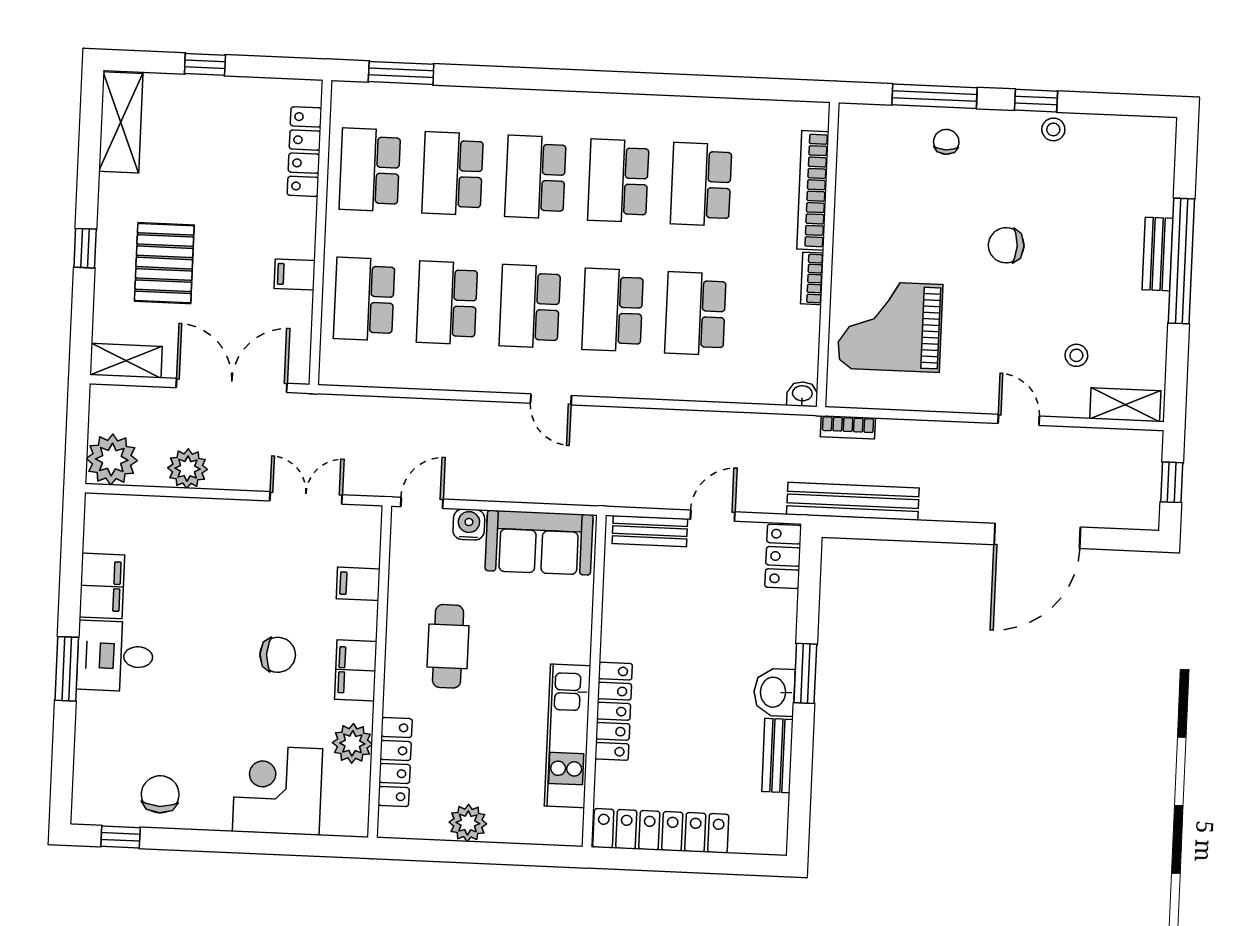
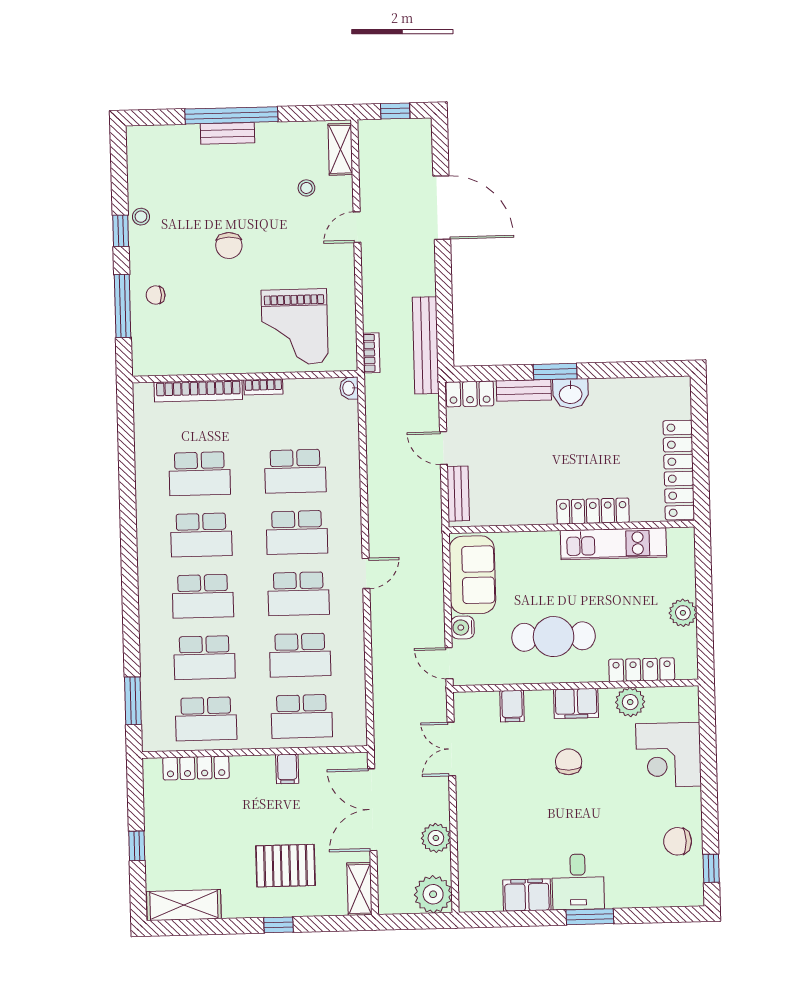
cafe table: (448, 646) -> (554, 637), width x1.37, depth x1.35
bench: (777, 756) -> (524, 390), moved

